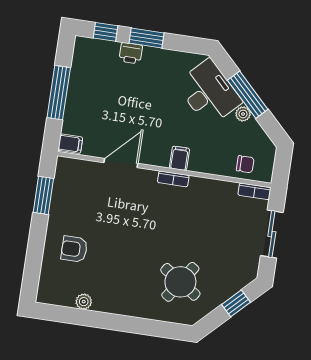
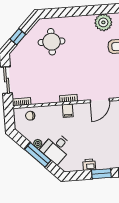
printer: (131, 53) -> (89, 165), moved
desk: (209, 93) -> (56, 148), width x0.73
round table: (180, 282) -> (51, 42), turned -34
plant: (84, 302) -> (103, 22), width x1.88, depth x1.88

